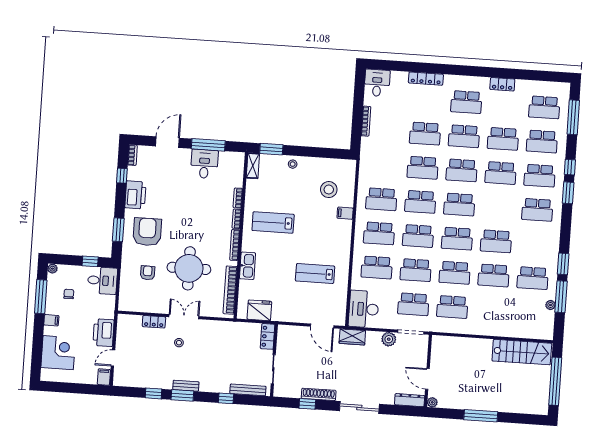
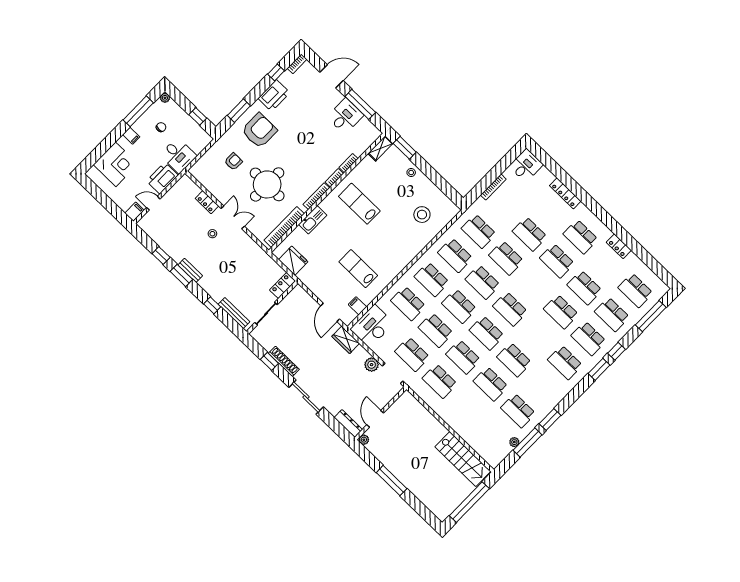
school desk: (462, 170) -> (479, 231), moved
filing cabinet: (345, 213) -> (358, 306), moved
desk: (102, 281) -> (178, 155), moved

